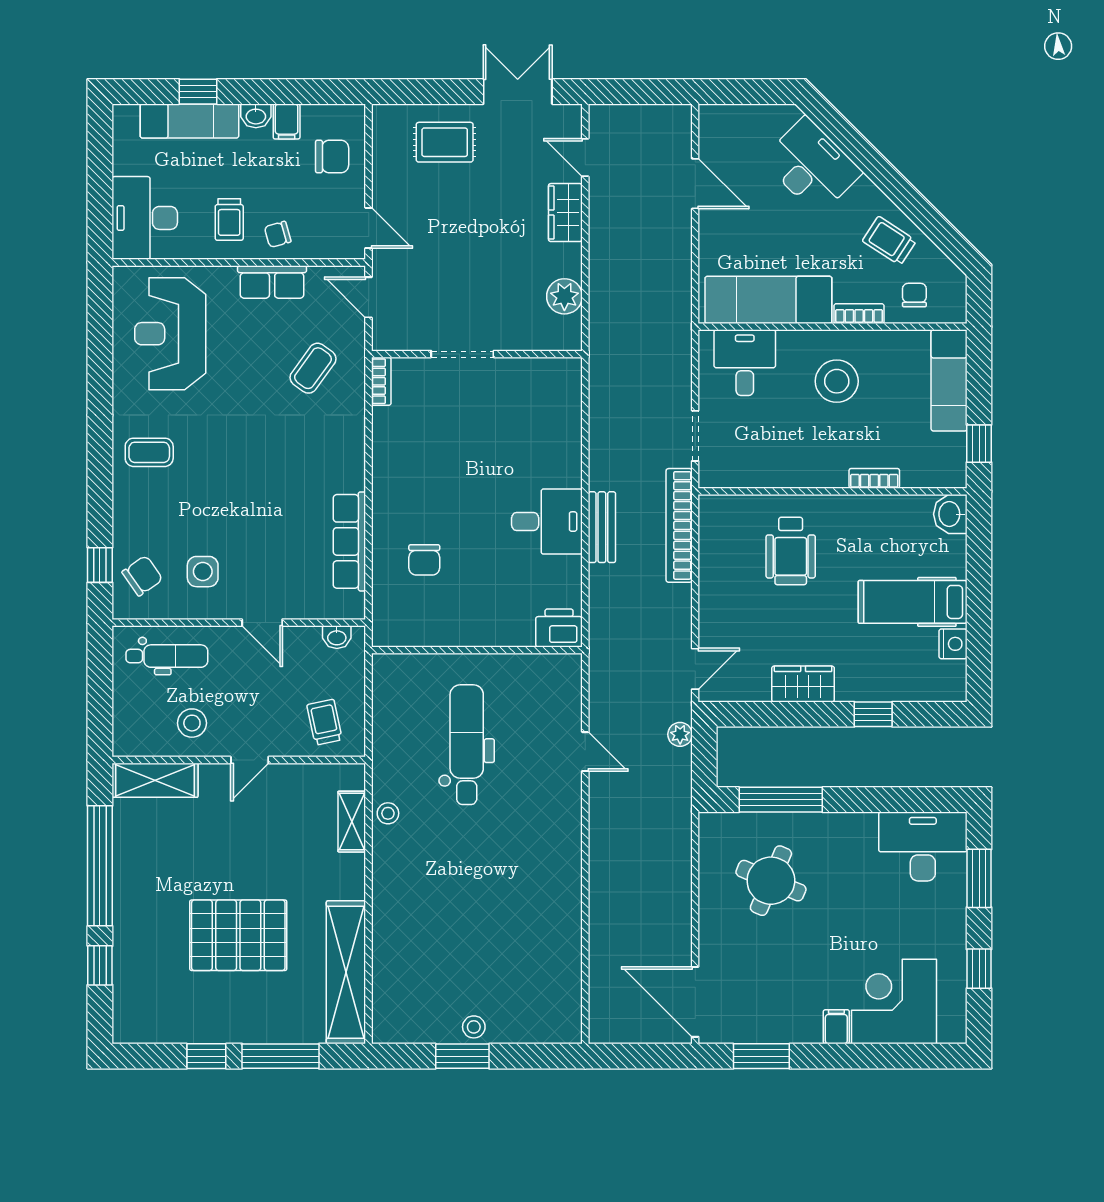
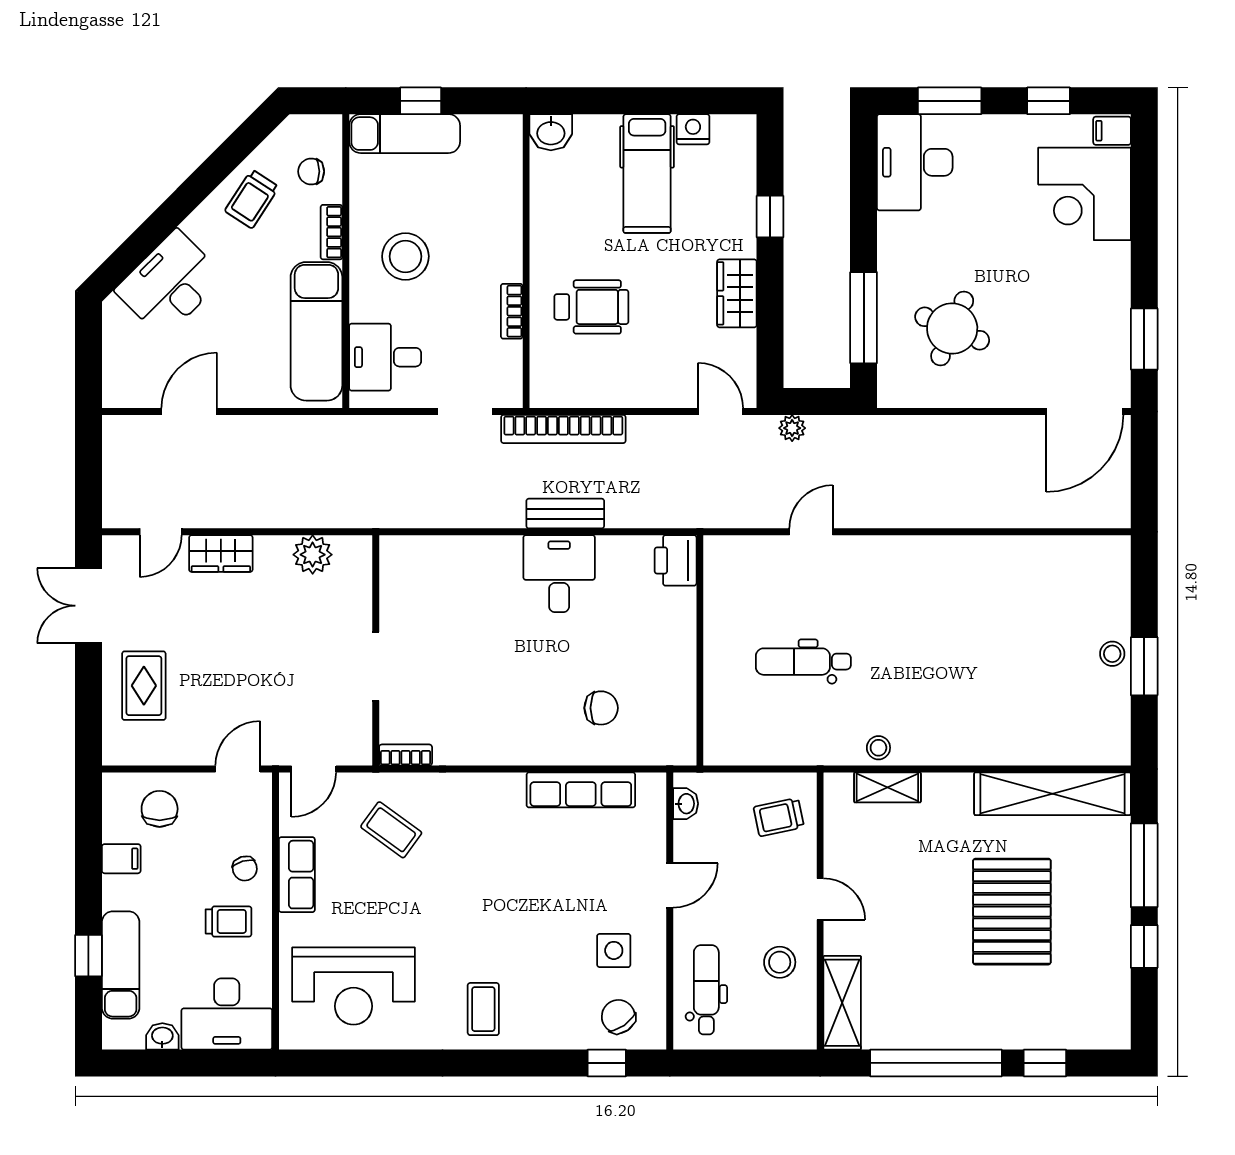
washbasin: (256, 116) -> (162, 1036), moved, turned -90
window: (979, 444) -> (421, 101), moved
bookcase: (874, 478) -> (512, 311), moved
dental chair: (467, 745) -> (803, 662), width x0.73, depth x0.72
filing cabinet: (836, 1027) -> (1112, 131), moved

